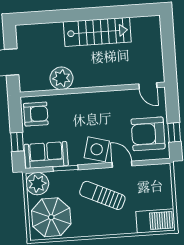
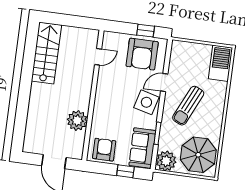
stairs: (97, 32) -> (46, 53), moved
door: (148, 86) -> (98, 57), moved

